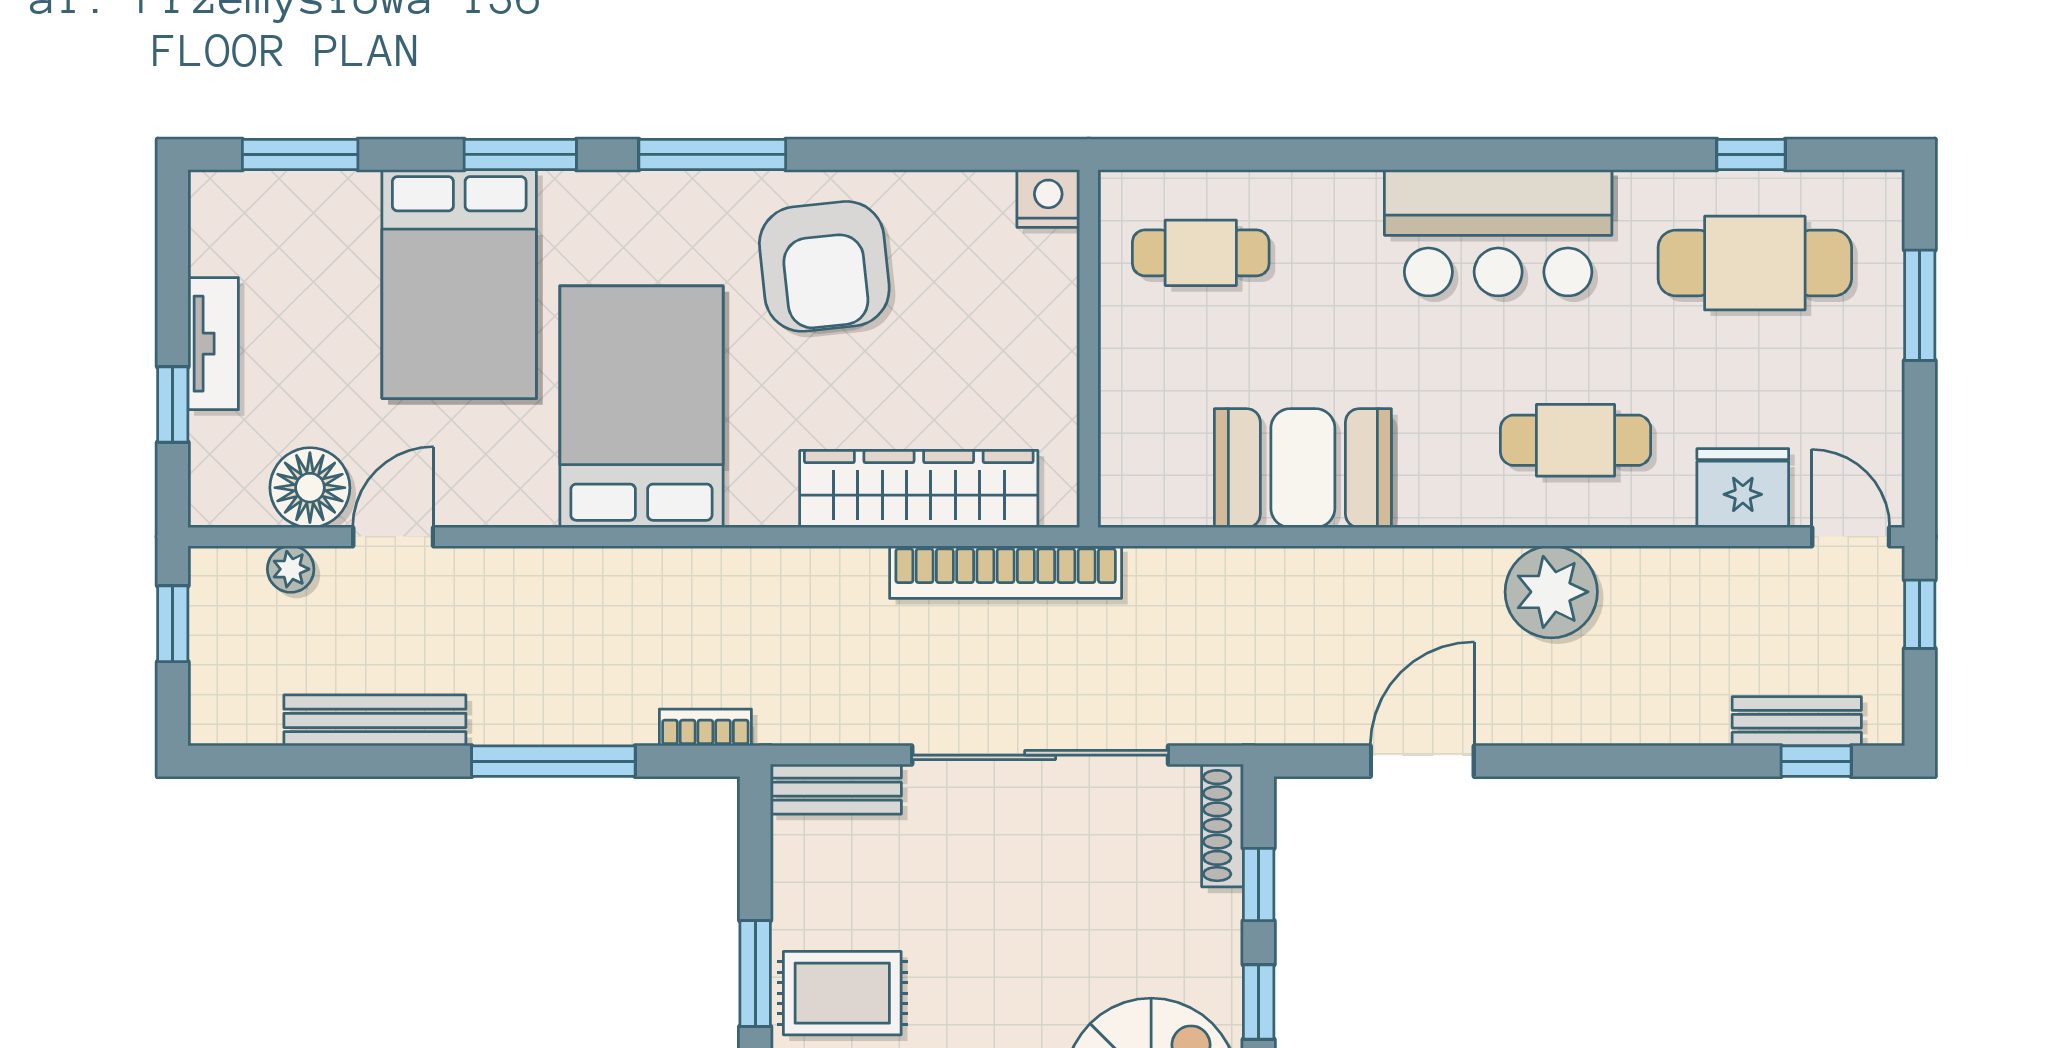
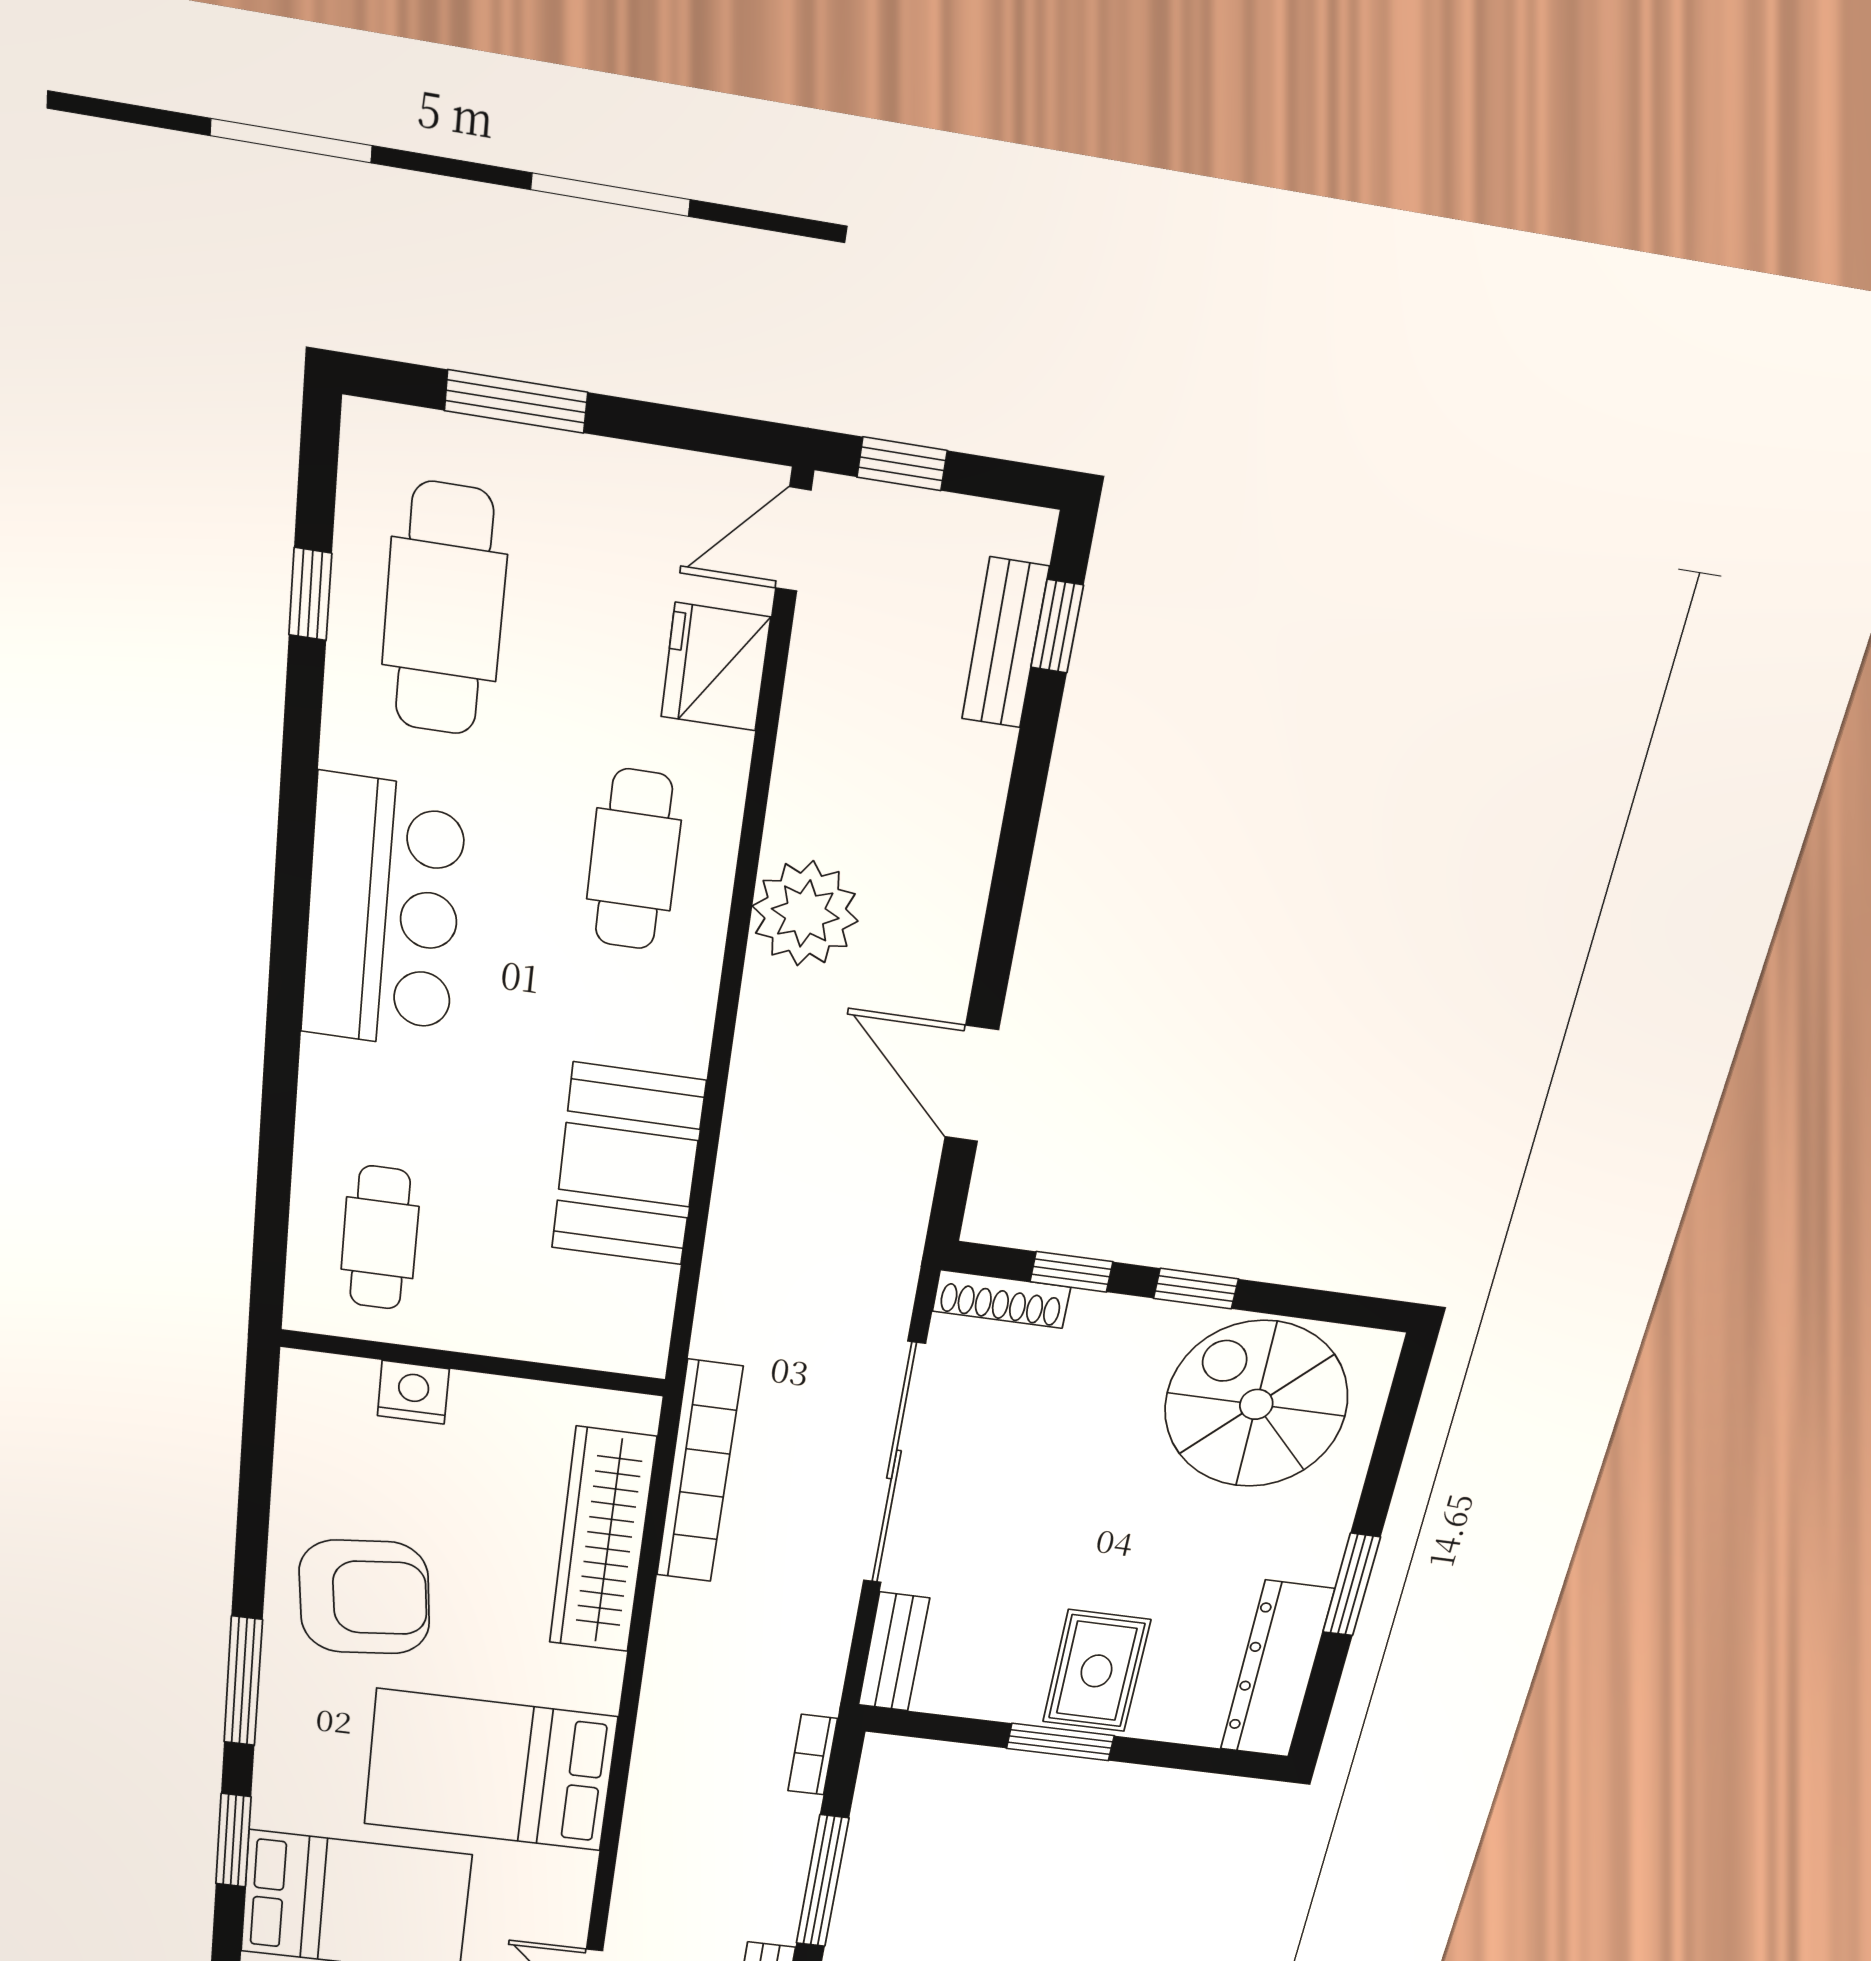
nightstand: (1048, 199) -> (413, 1392), moved, turned 90

